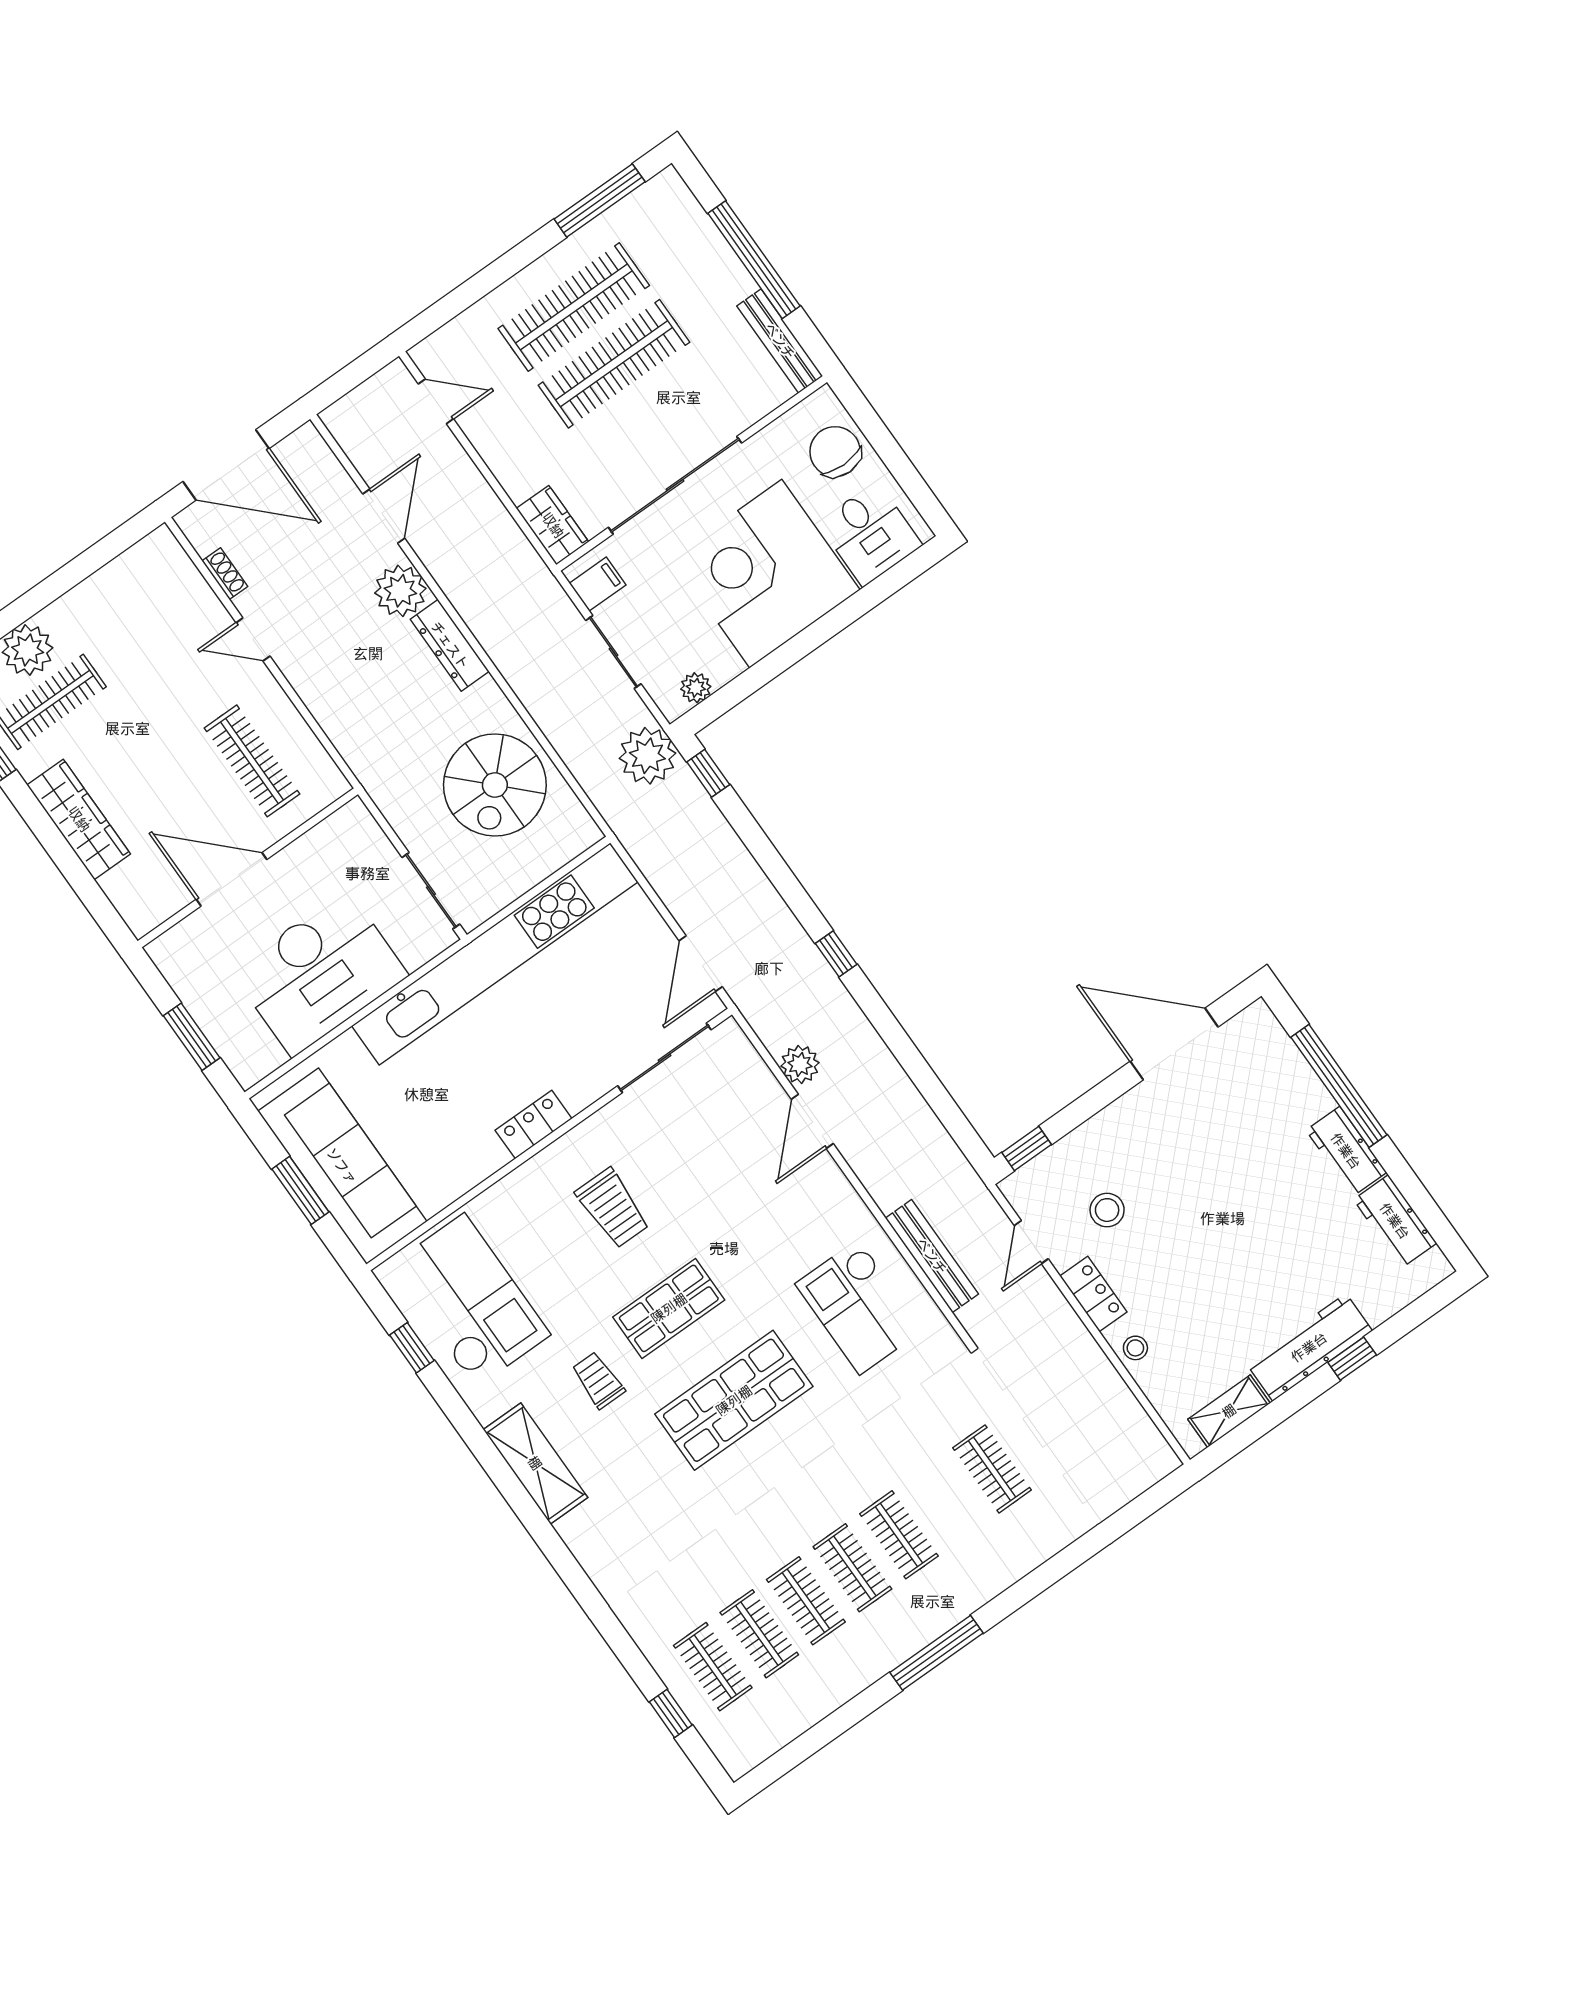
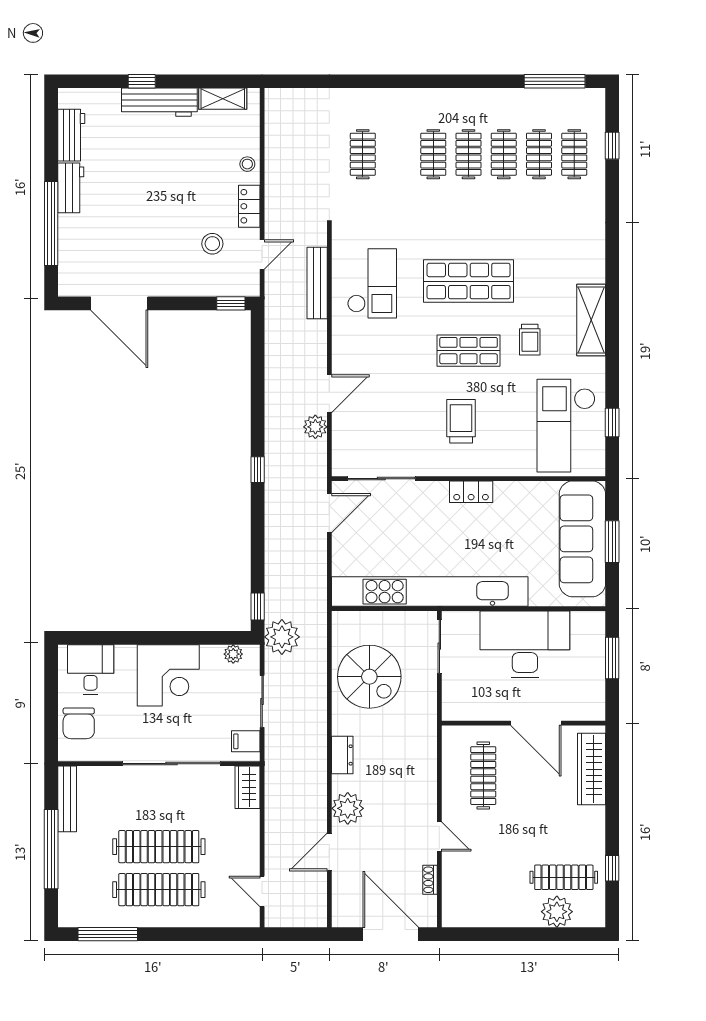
corner desk: (766, 574) -> (168, 675), width x0.74, depth x0.74
dresser: (450, 645) -> (342, 755), width x0.70
spiral stairs: (495, 785) -> (369, 677), turned 90
wardrobe: (79, 819) -> (592, 769), moved
window: (937, 1653) -> (555, 81), moved

